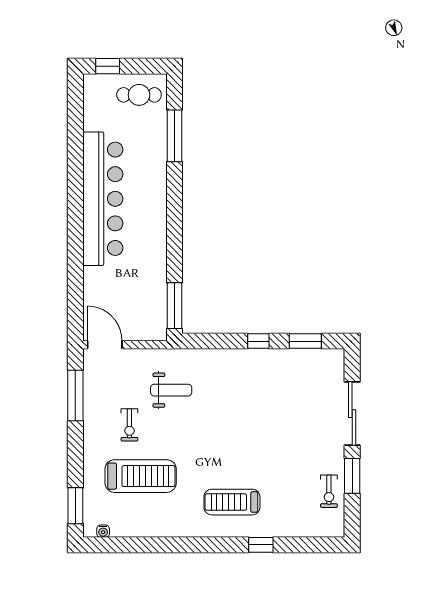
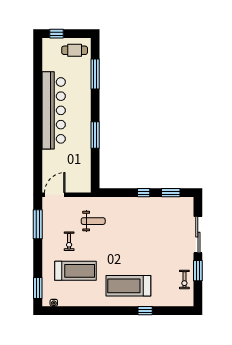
window: (174, 306) -> (95, 135), moved
door: (105, 345) -> (55, 195), hinge flipped
treadmill: (232, 502) -> (128, 286), width x1.37, depth x1.38

